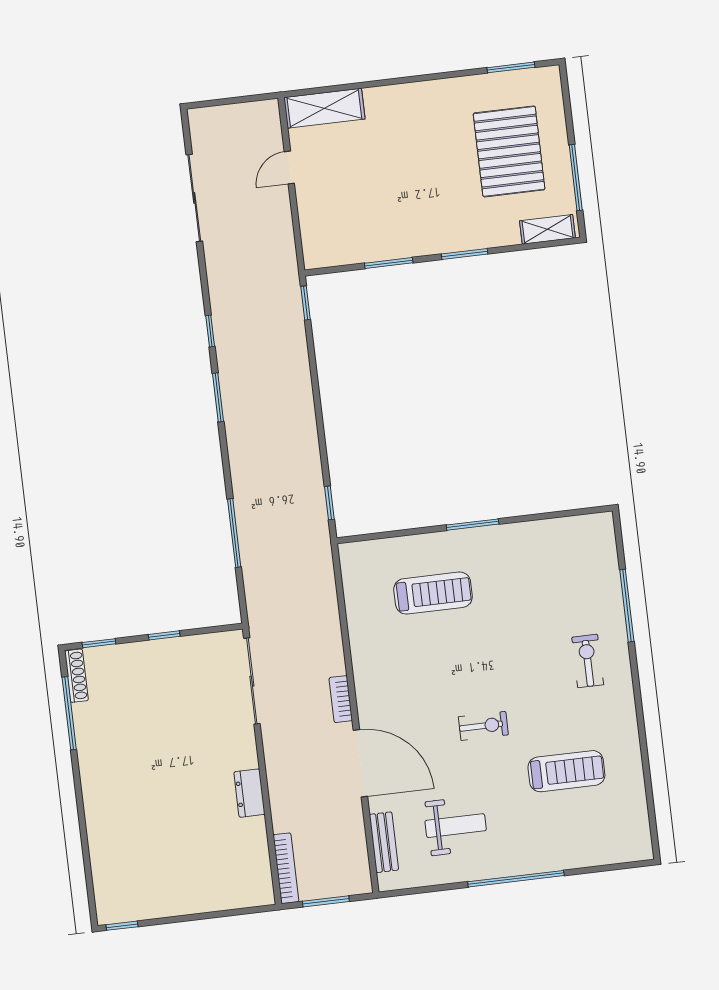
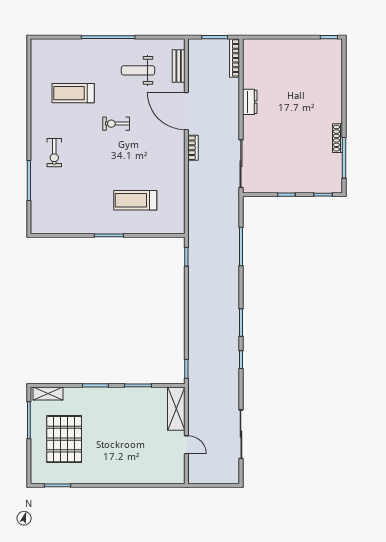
shelving: (324, 108) -> (176, 409), moved, turned 90
door: (289, 167) -> (186, 445), hinge flipped
shoe rack: (76, 676) -> (338, 138), moved

